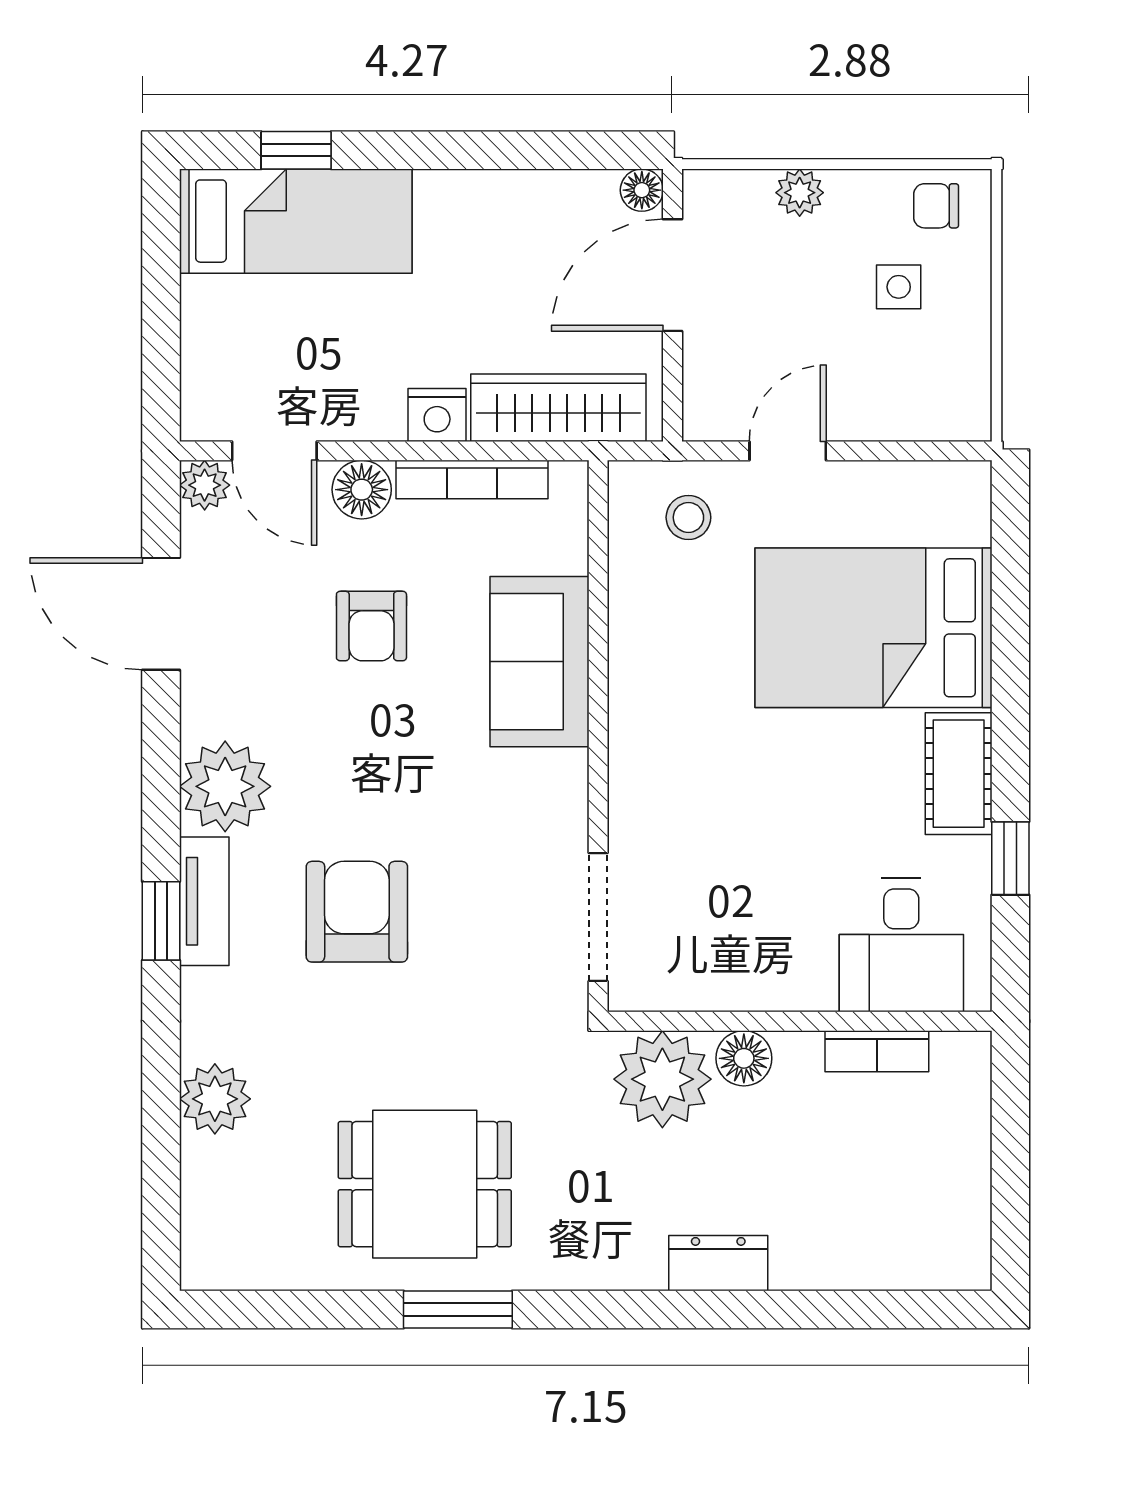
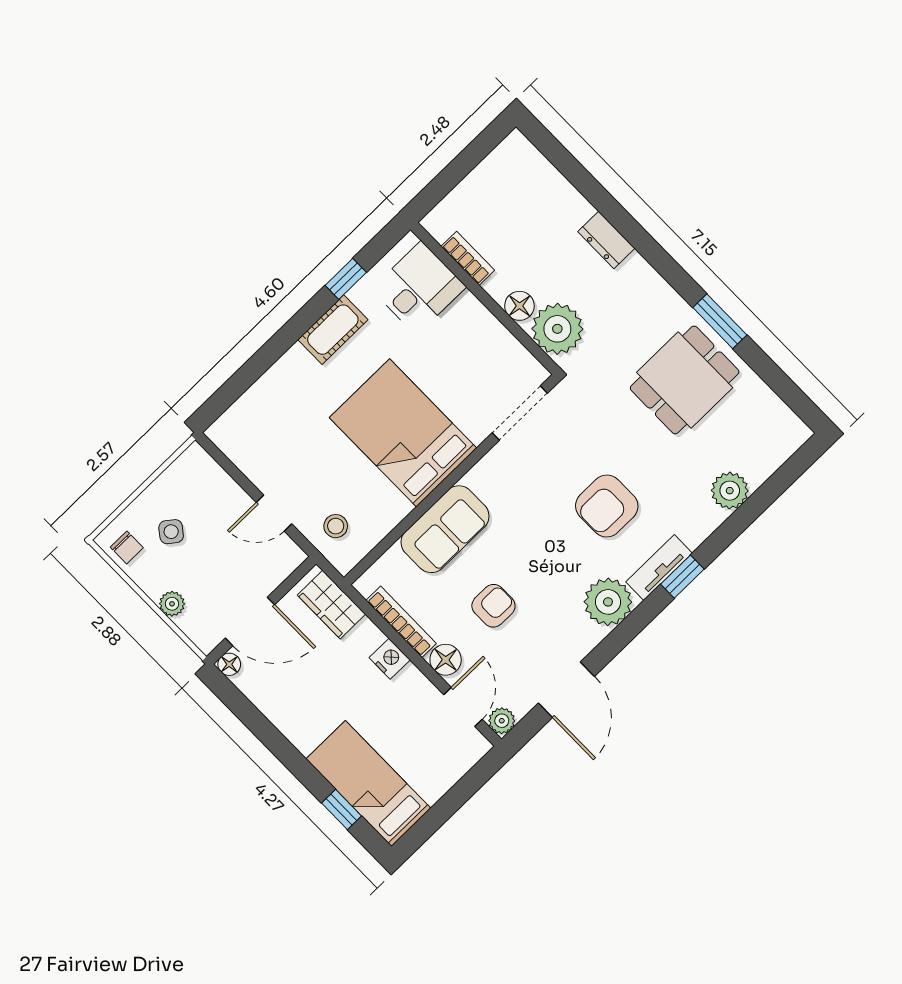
side table: (899, 287) -> (171, 532), turned 37
wardrobe: (558, 408) -> (331, 605), width x0.67
bed: (873, 628) -> (403, 433), moved, turned 180
dining table: (425, 1184) -> (685, 380), turned 90

